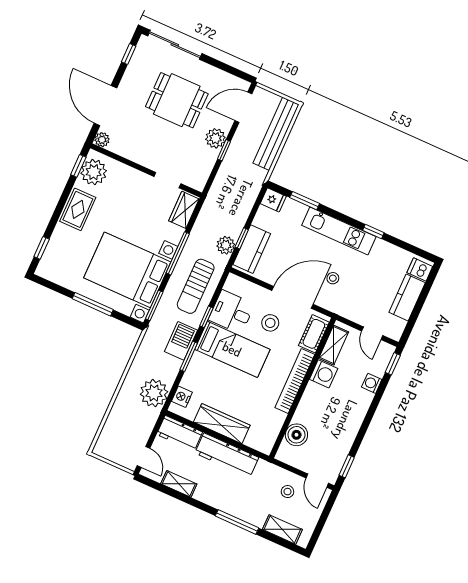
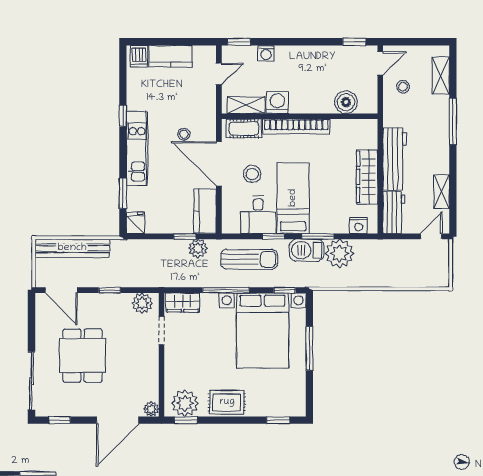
plant: (215, 138) -> (142, 303), moved
kitchen counter: (252, 249) -> (205, 211), moved, turned -90
window: (154, 305) -> (285, 290), width x0.67
plant: (154, 393) -> (340, 253), moved

